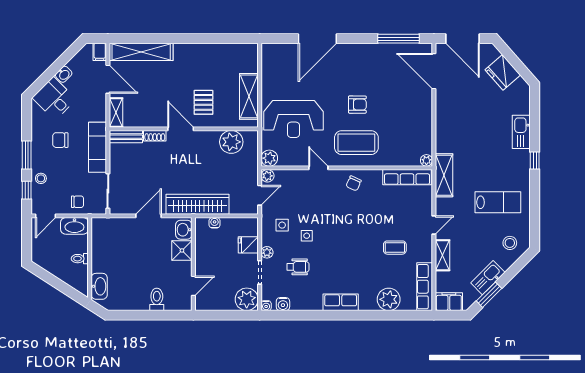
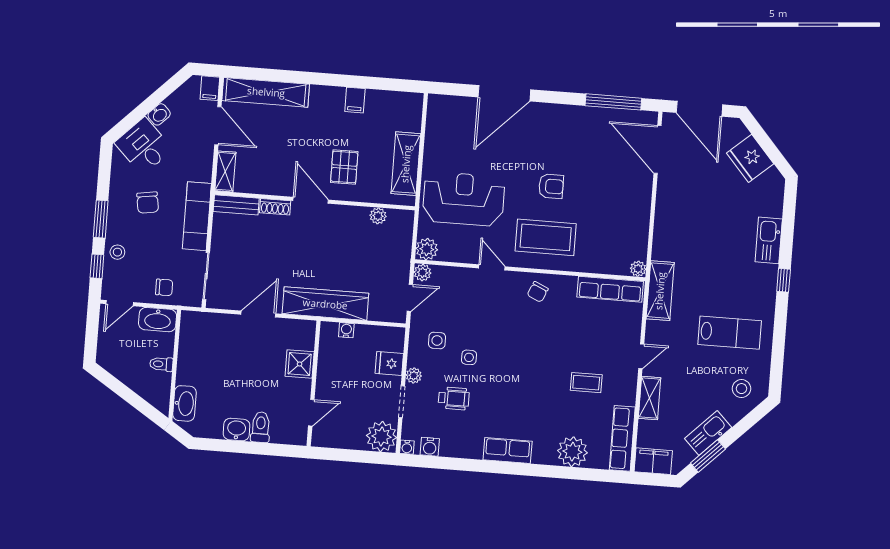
filing cabinet: (208, 52) -> (355, 100), added
reception desk: (294, 119) -> (464, 199), turned 180
chair: (60, 140) -> (148, 203), turned -99
plant: (231, 142) -> (378, 216), width x0.53, depth x0.53
washbasin: (184, 230) -> (237, 430), moved, turned 90

